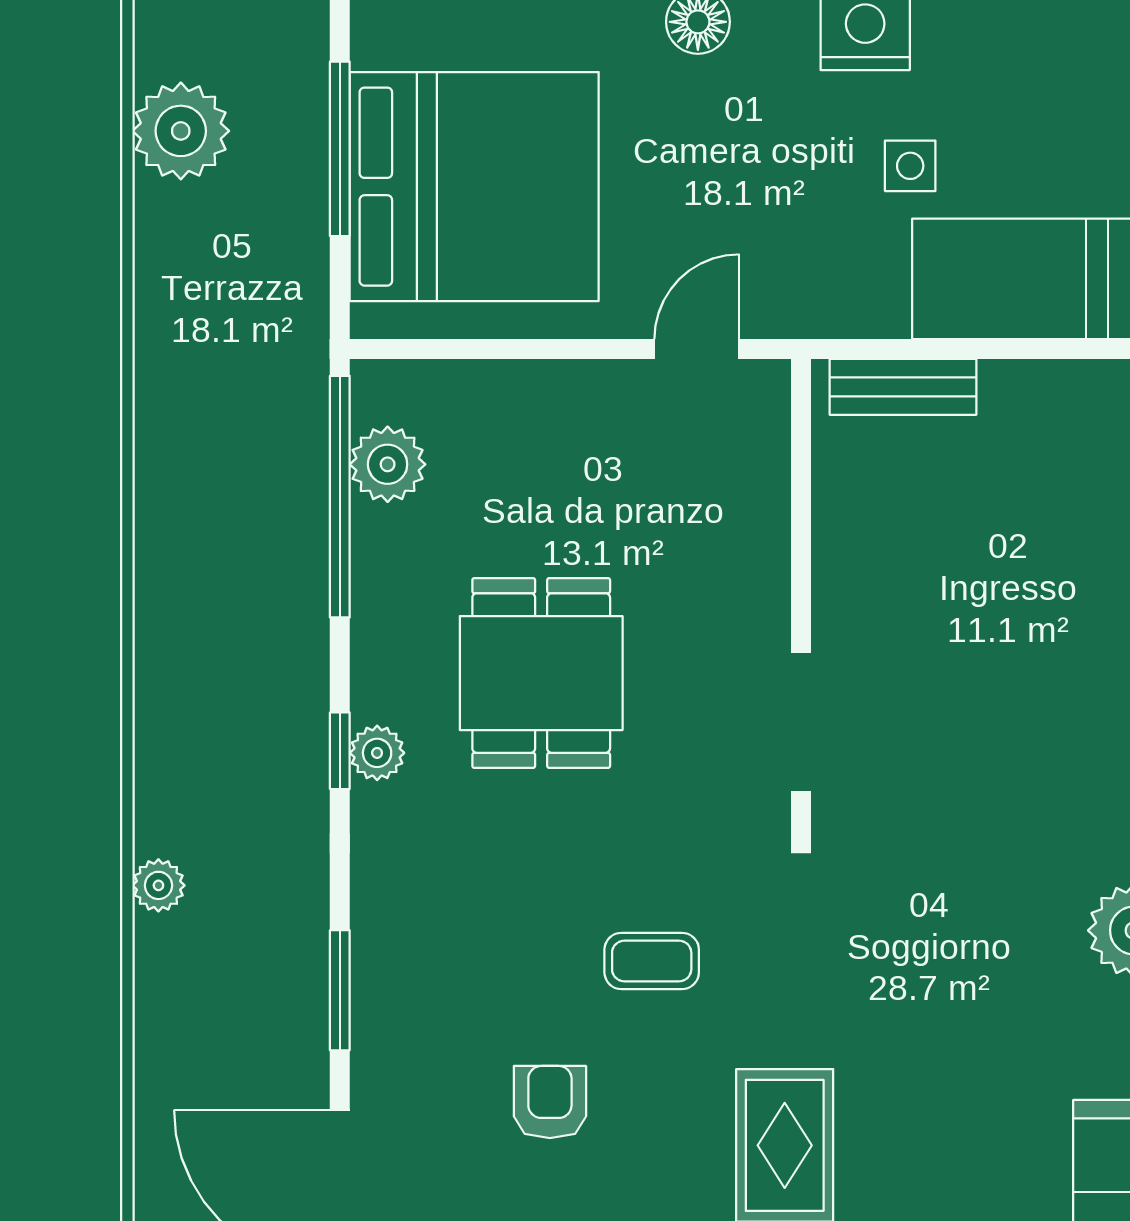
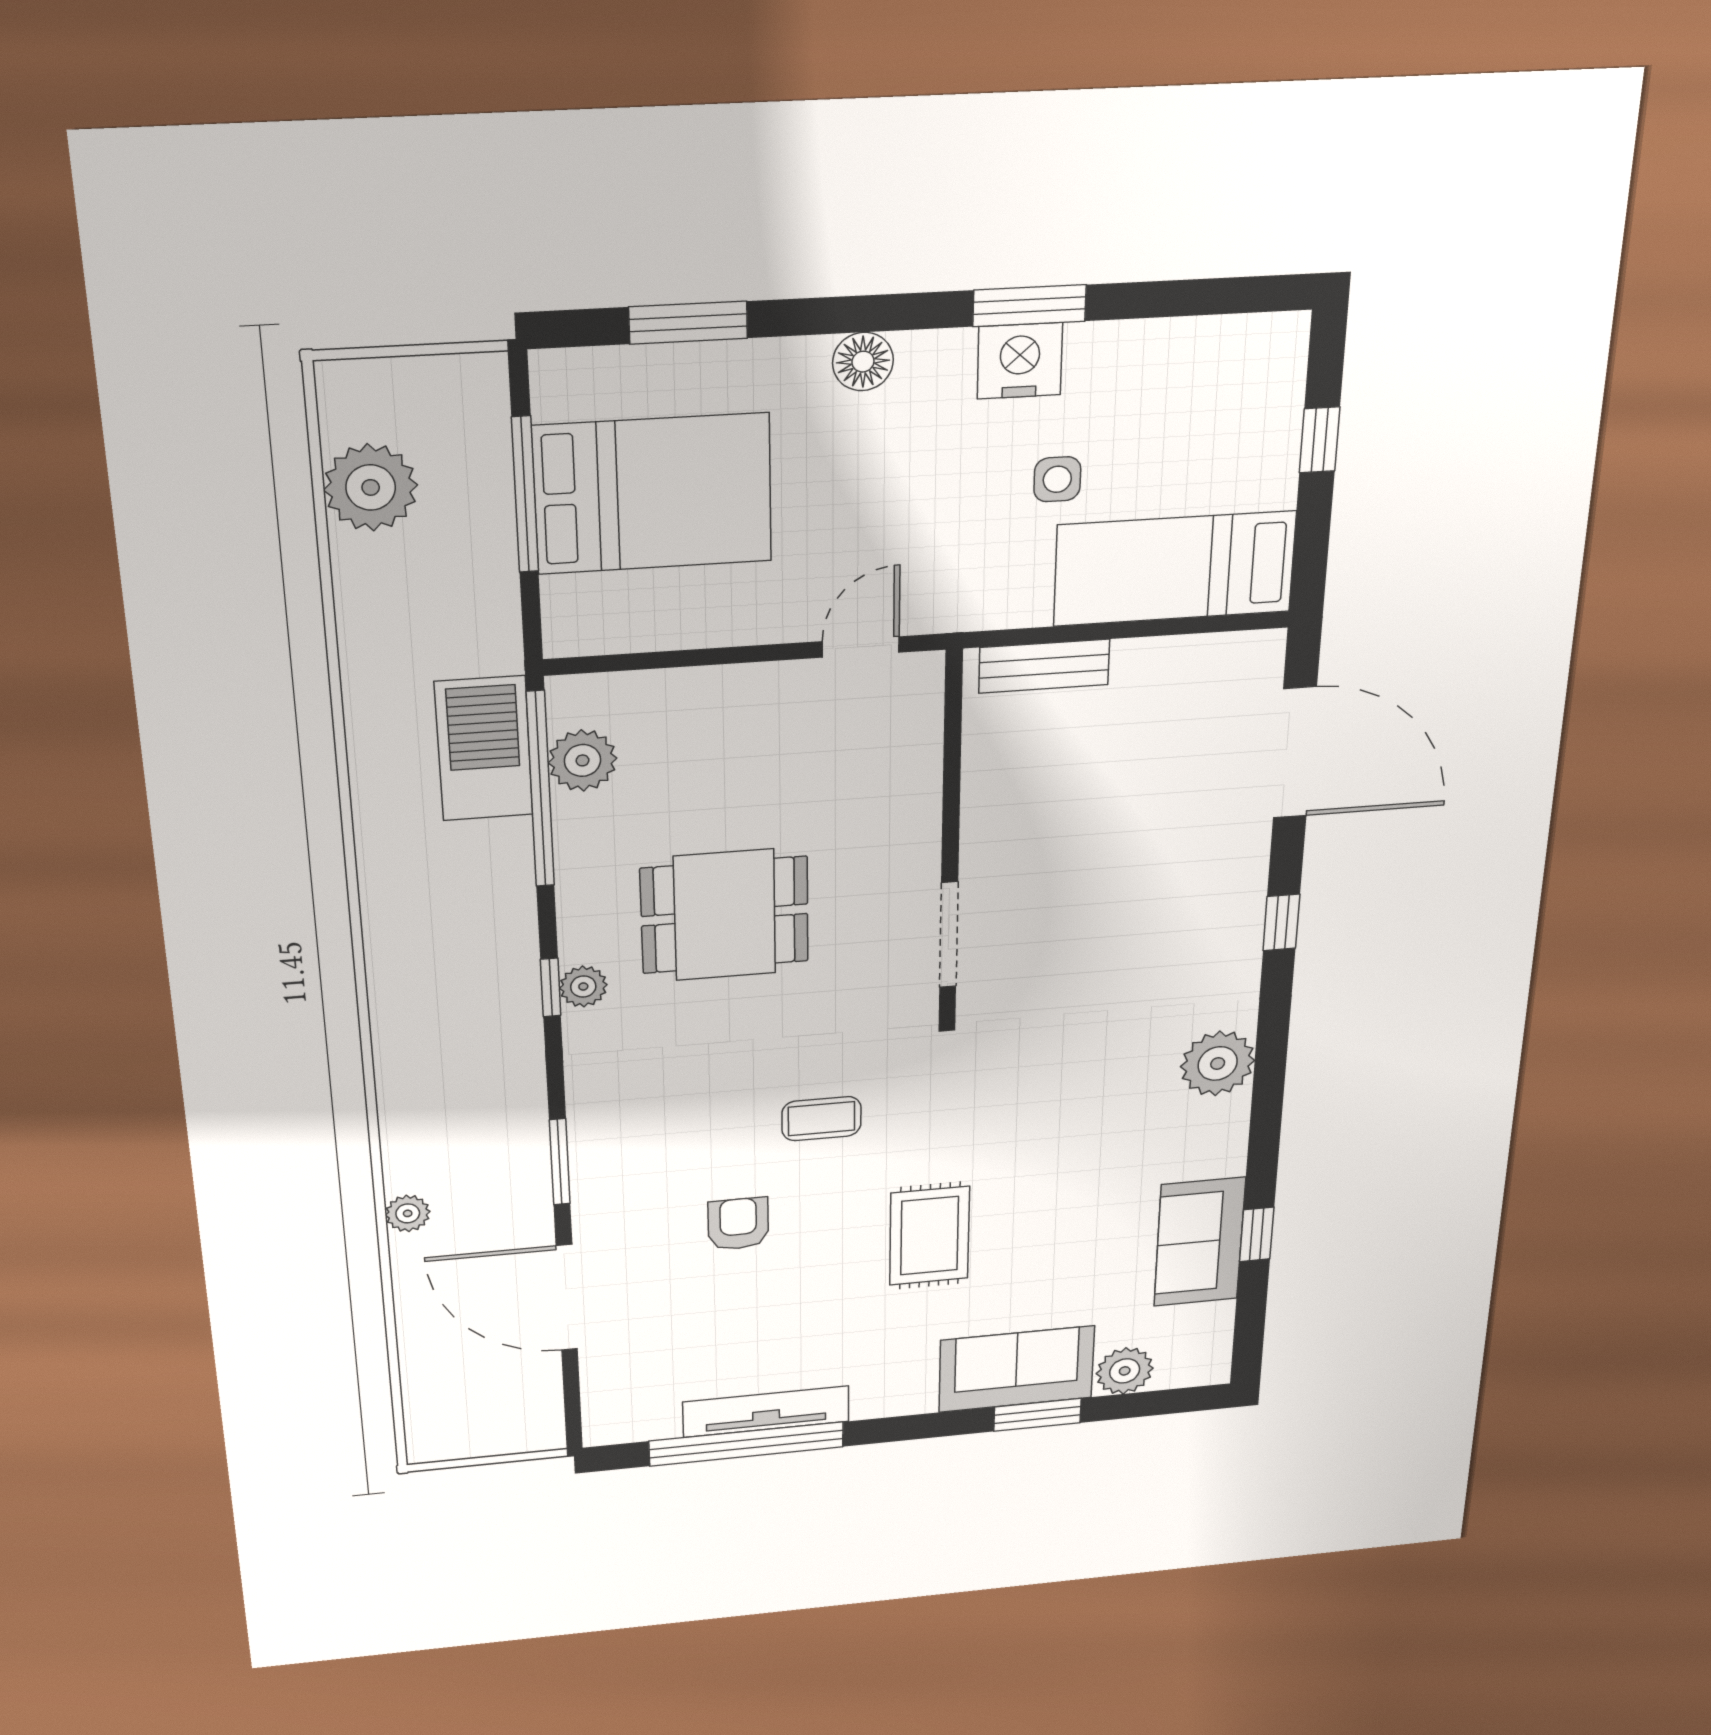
bed: (474, 187) -> (653, 494), width x0.73
barbecue: (281, 442) -> (484, 749), added
dining table: (541, 673) -> (725, 915), turned 90
plant: (158, 885) -> (408, 1213), moved

